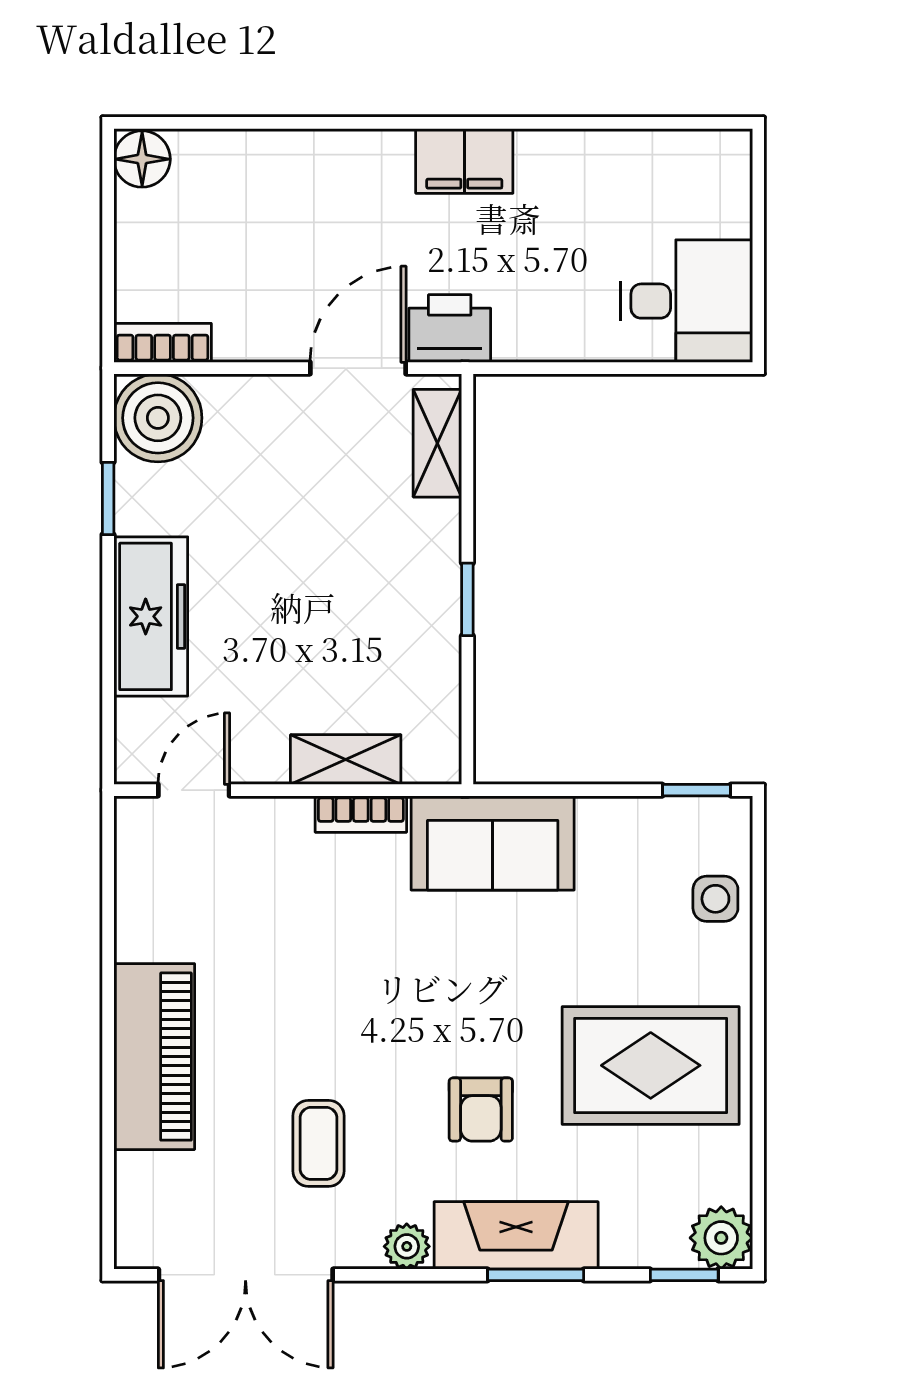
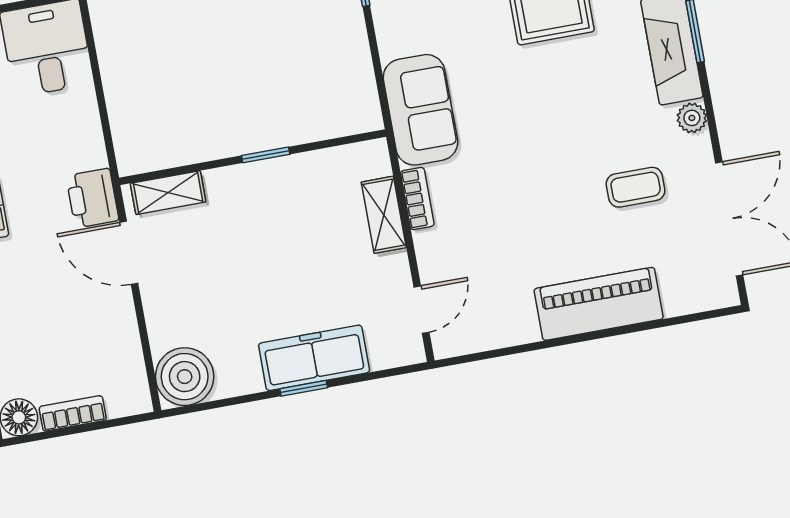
bookcase: (163, 343) -> (73, 413), moved, turned 90
window: (108, 498) -> (304, 388), moved
door: (194, 790) -> (421, 310), swing flipped
armchair: (481, 1110) -> (594, 86), removed

